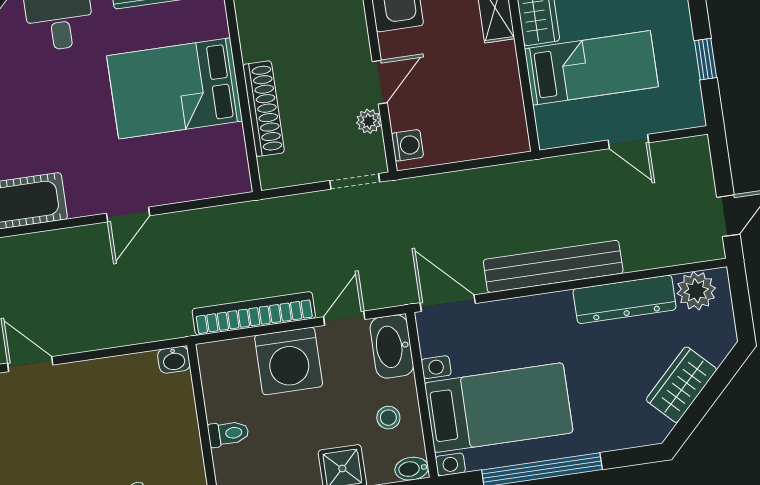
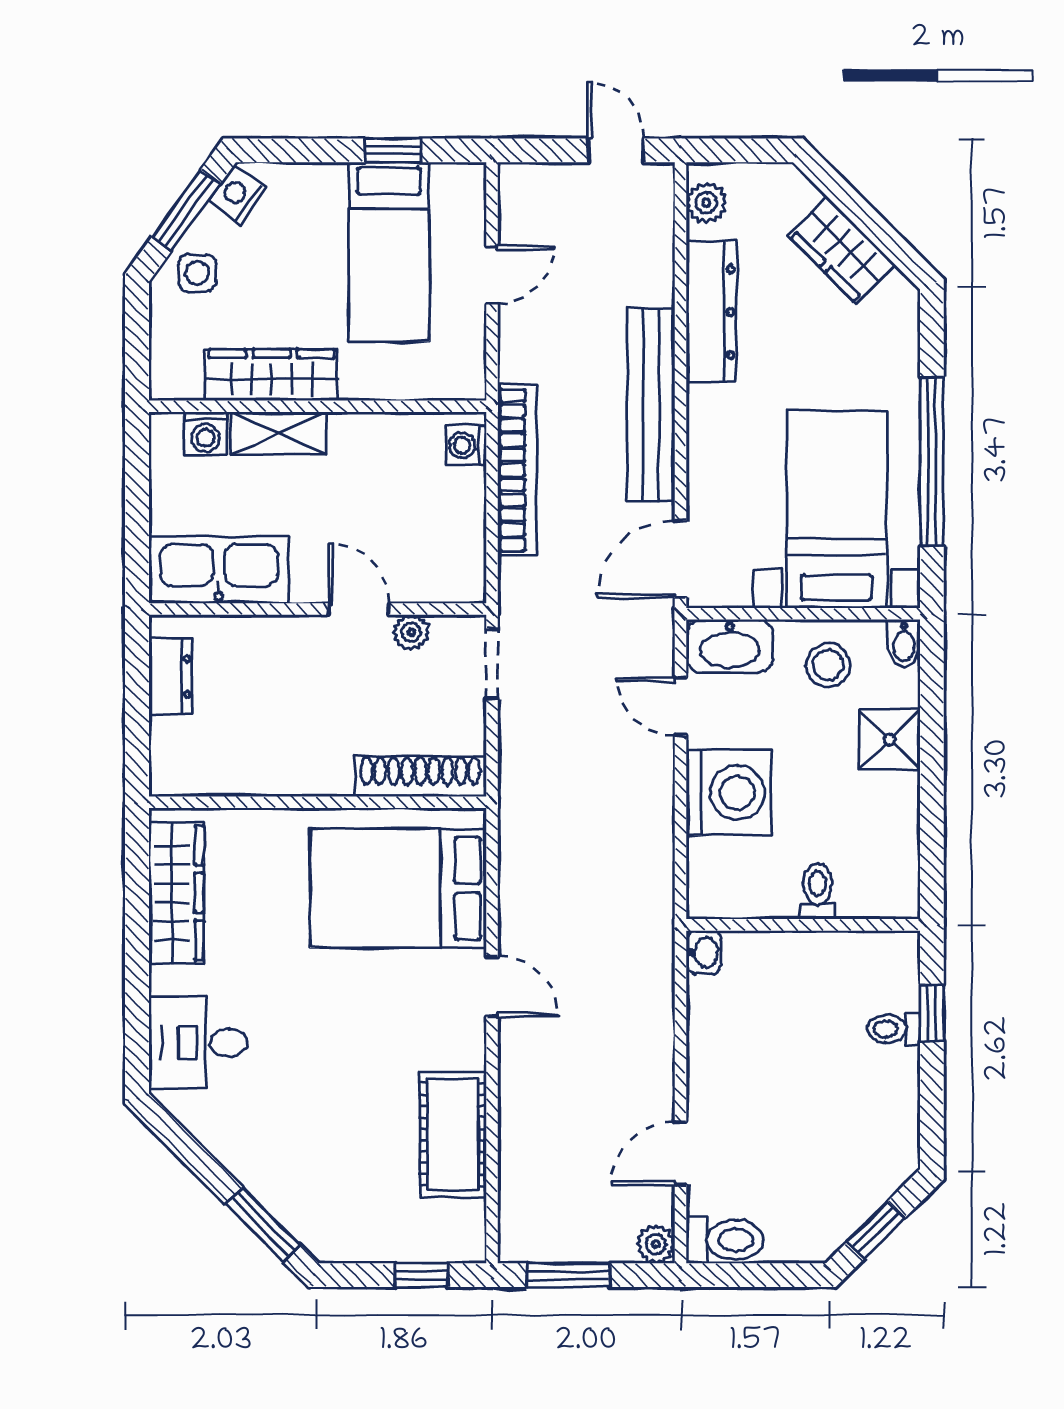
bed: (591, 68) -> (389, 252), moved, turned 180
bed: (175, 88) -> (398, 888), moved, turned 90
shoe rack: (264, 109) -> (420, 776), moved
washing machine: (407, 145) -> (466, 445), moved, turned -90
plant: (696, 291) -> (706, 203), width x0.73, depth x0.73
bookcase: (254, 313) -> (517, 470), moved, turned 180
stool: (388, 418) -> (828, 665), width x1.37, depth x1.37

